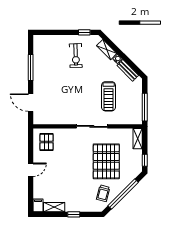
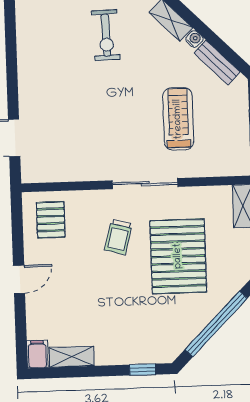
window: (31, 68) -> (12, 64), removed
treadmill: (109, 96) -> (178, 119), turned 180
trolley: (103, 193) -> (118, 237), moved
window: (74, 214) -> (143, 370), moved

